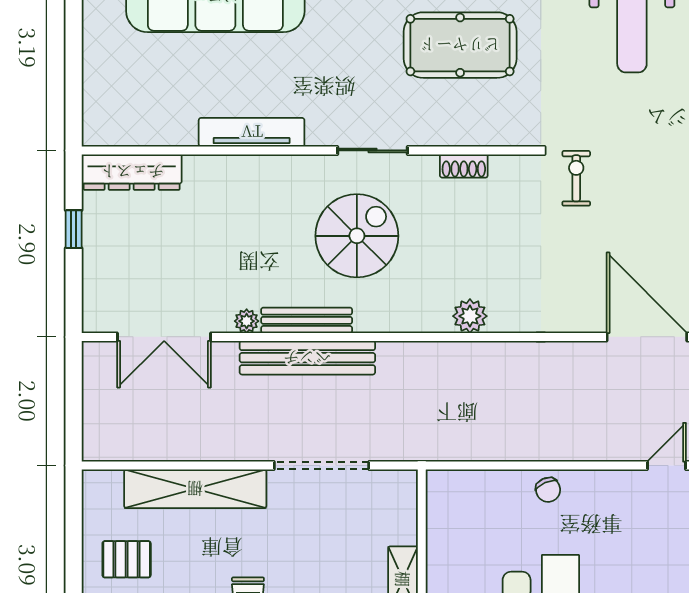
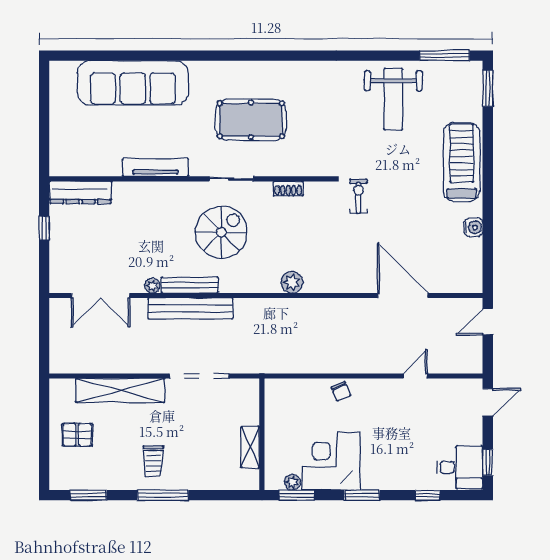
pool table: (460, 45) -> (251, 120), moved

